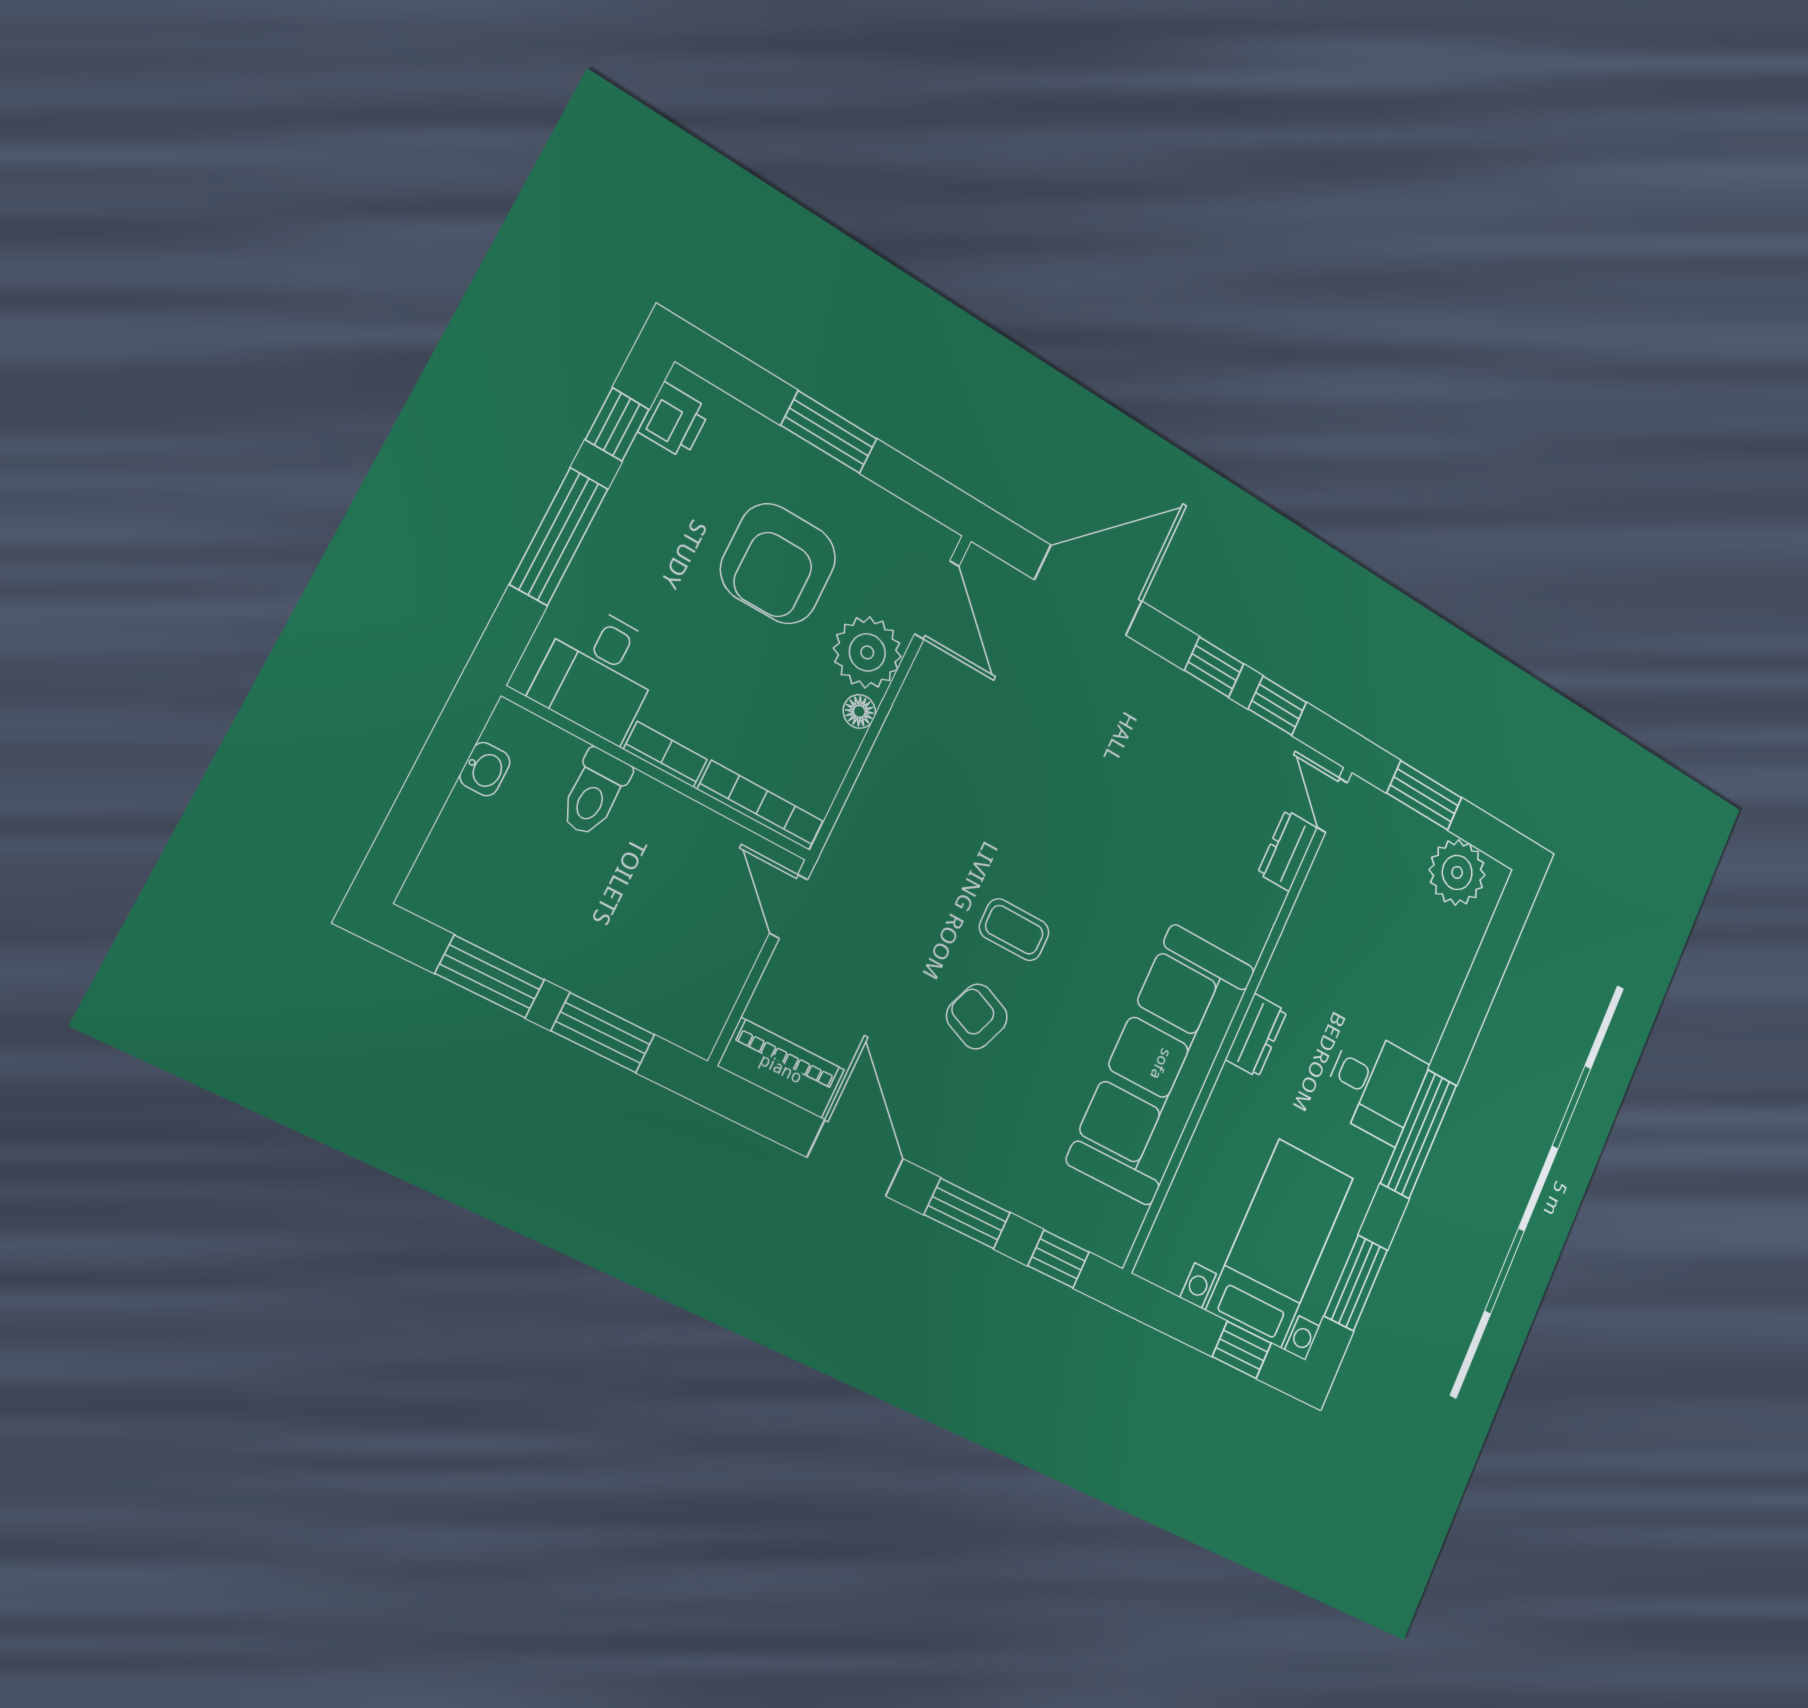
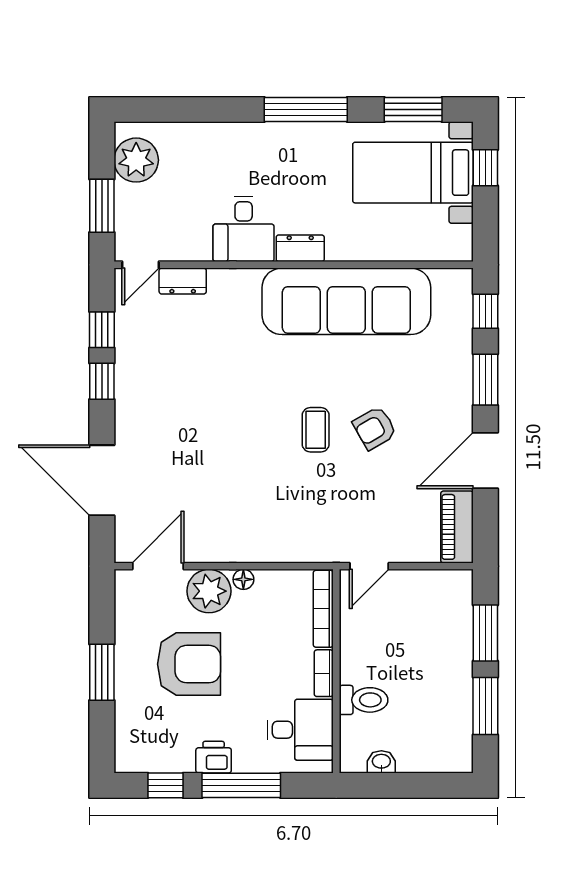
printer: (674, 421) -> (214, 757), moved
armchair: (977, 1017) -> (375, 428), turned 38
desk: (1375, 1085) -> (244, 229), moved, turned 180

